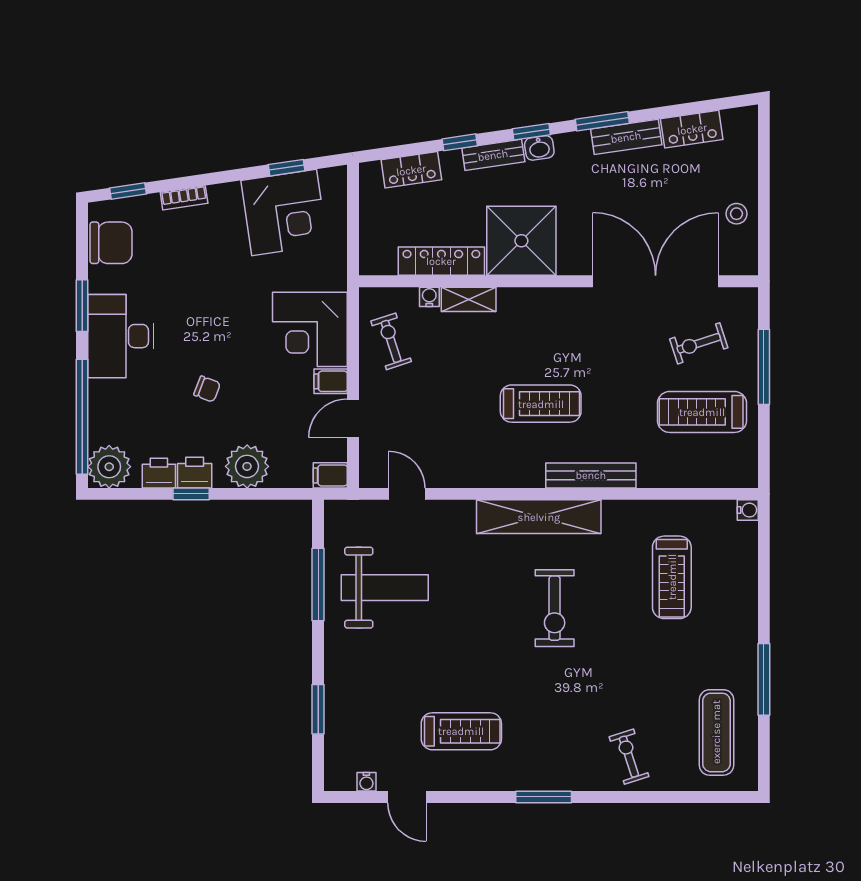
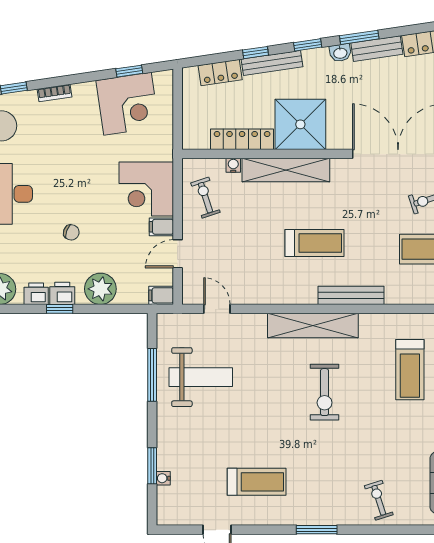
washbasin: (539, 148) -> (340, 53), moved
bench: (493, 155) -> (272, 63), width x1.36
shelving: (469, 299) -> (286, 170), width x2.20, depth x1.33
water cooler: (366, 782) -> (163, 478), moved, turned 90

